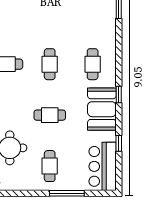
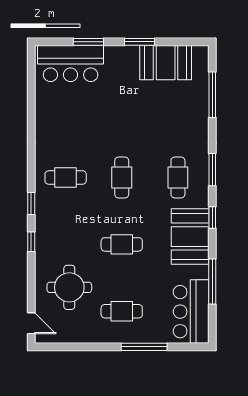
window: (119, 58) -> (212, 170), added
window: (119, 143) -> (212, 281), width x2.17
cafe table: (50, 166) -> (122, 311), turned 90

